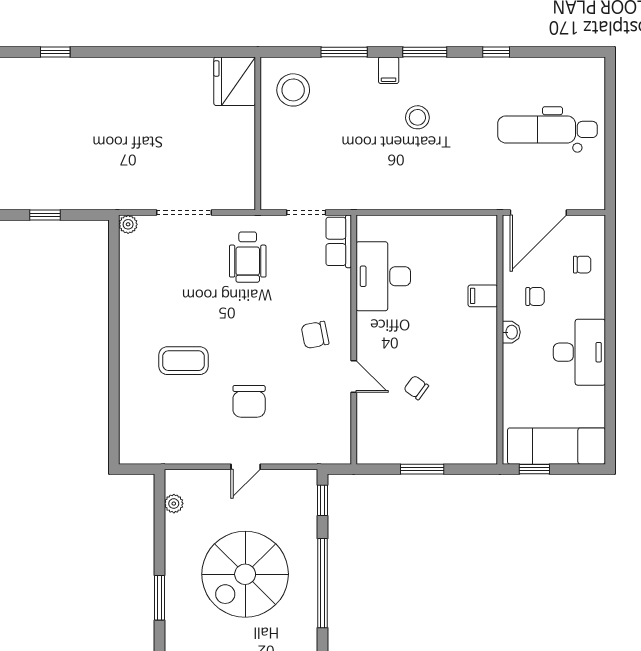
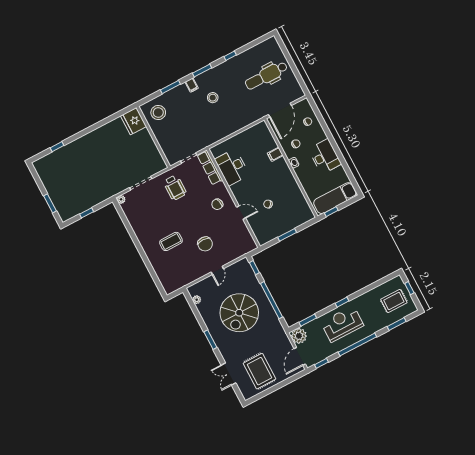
row of seats: (339, 241) -> (210, 168), width x1.48

